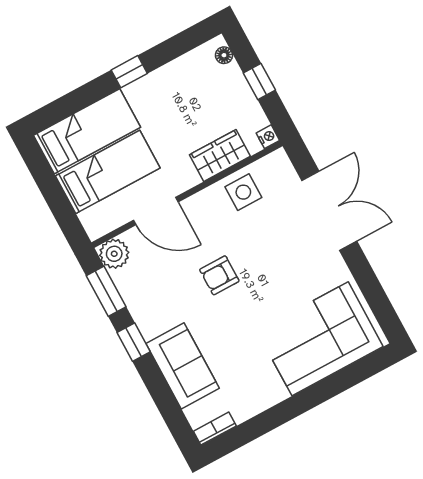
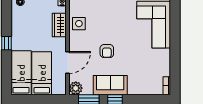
sofa: (183, 366) -> (110, 85), moved

